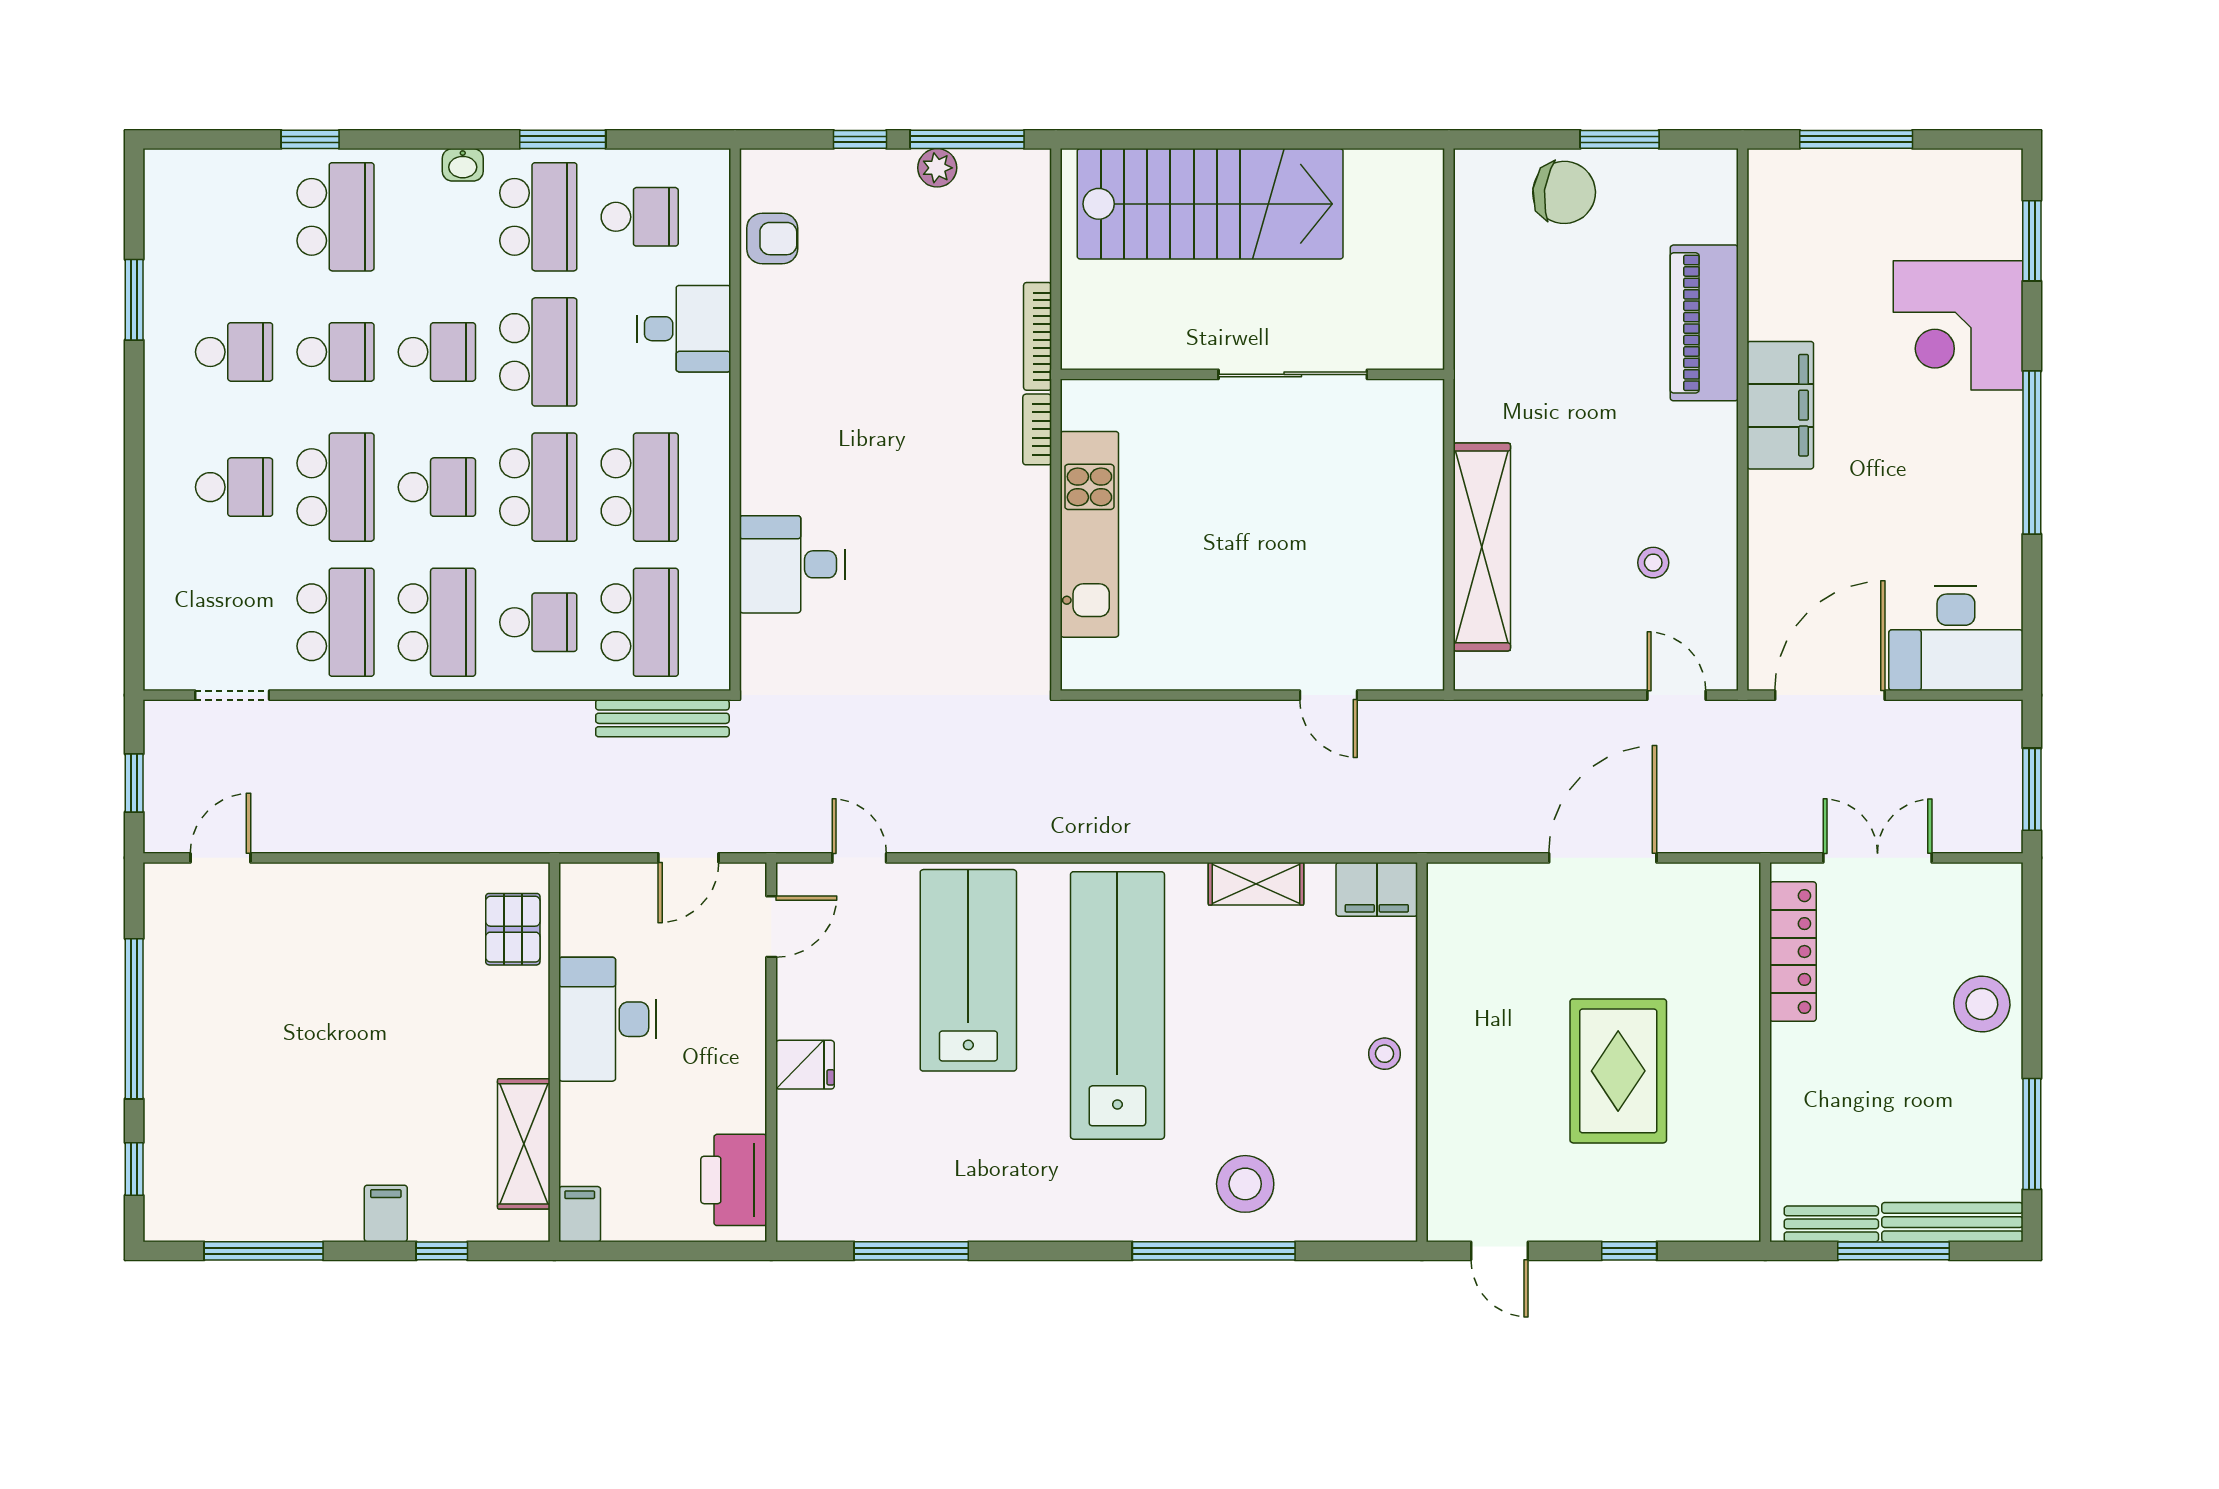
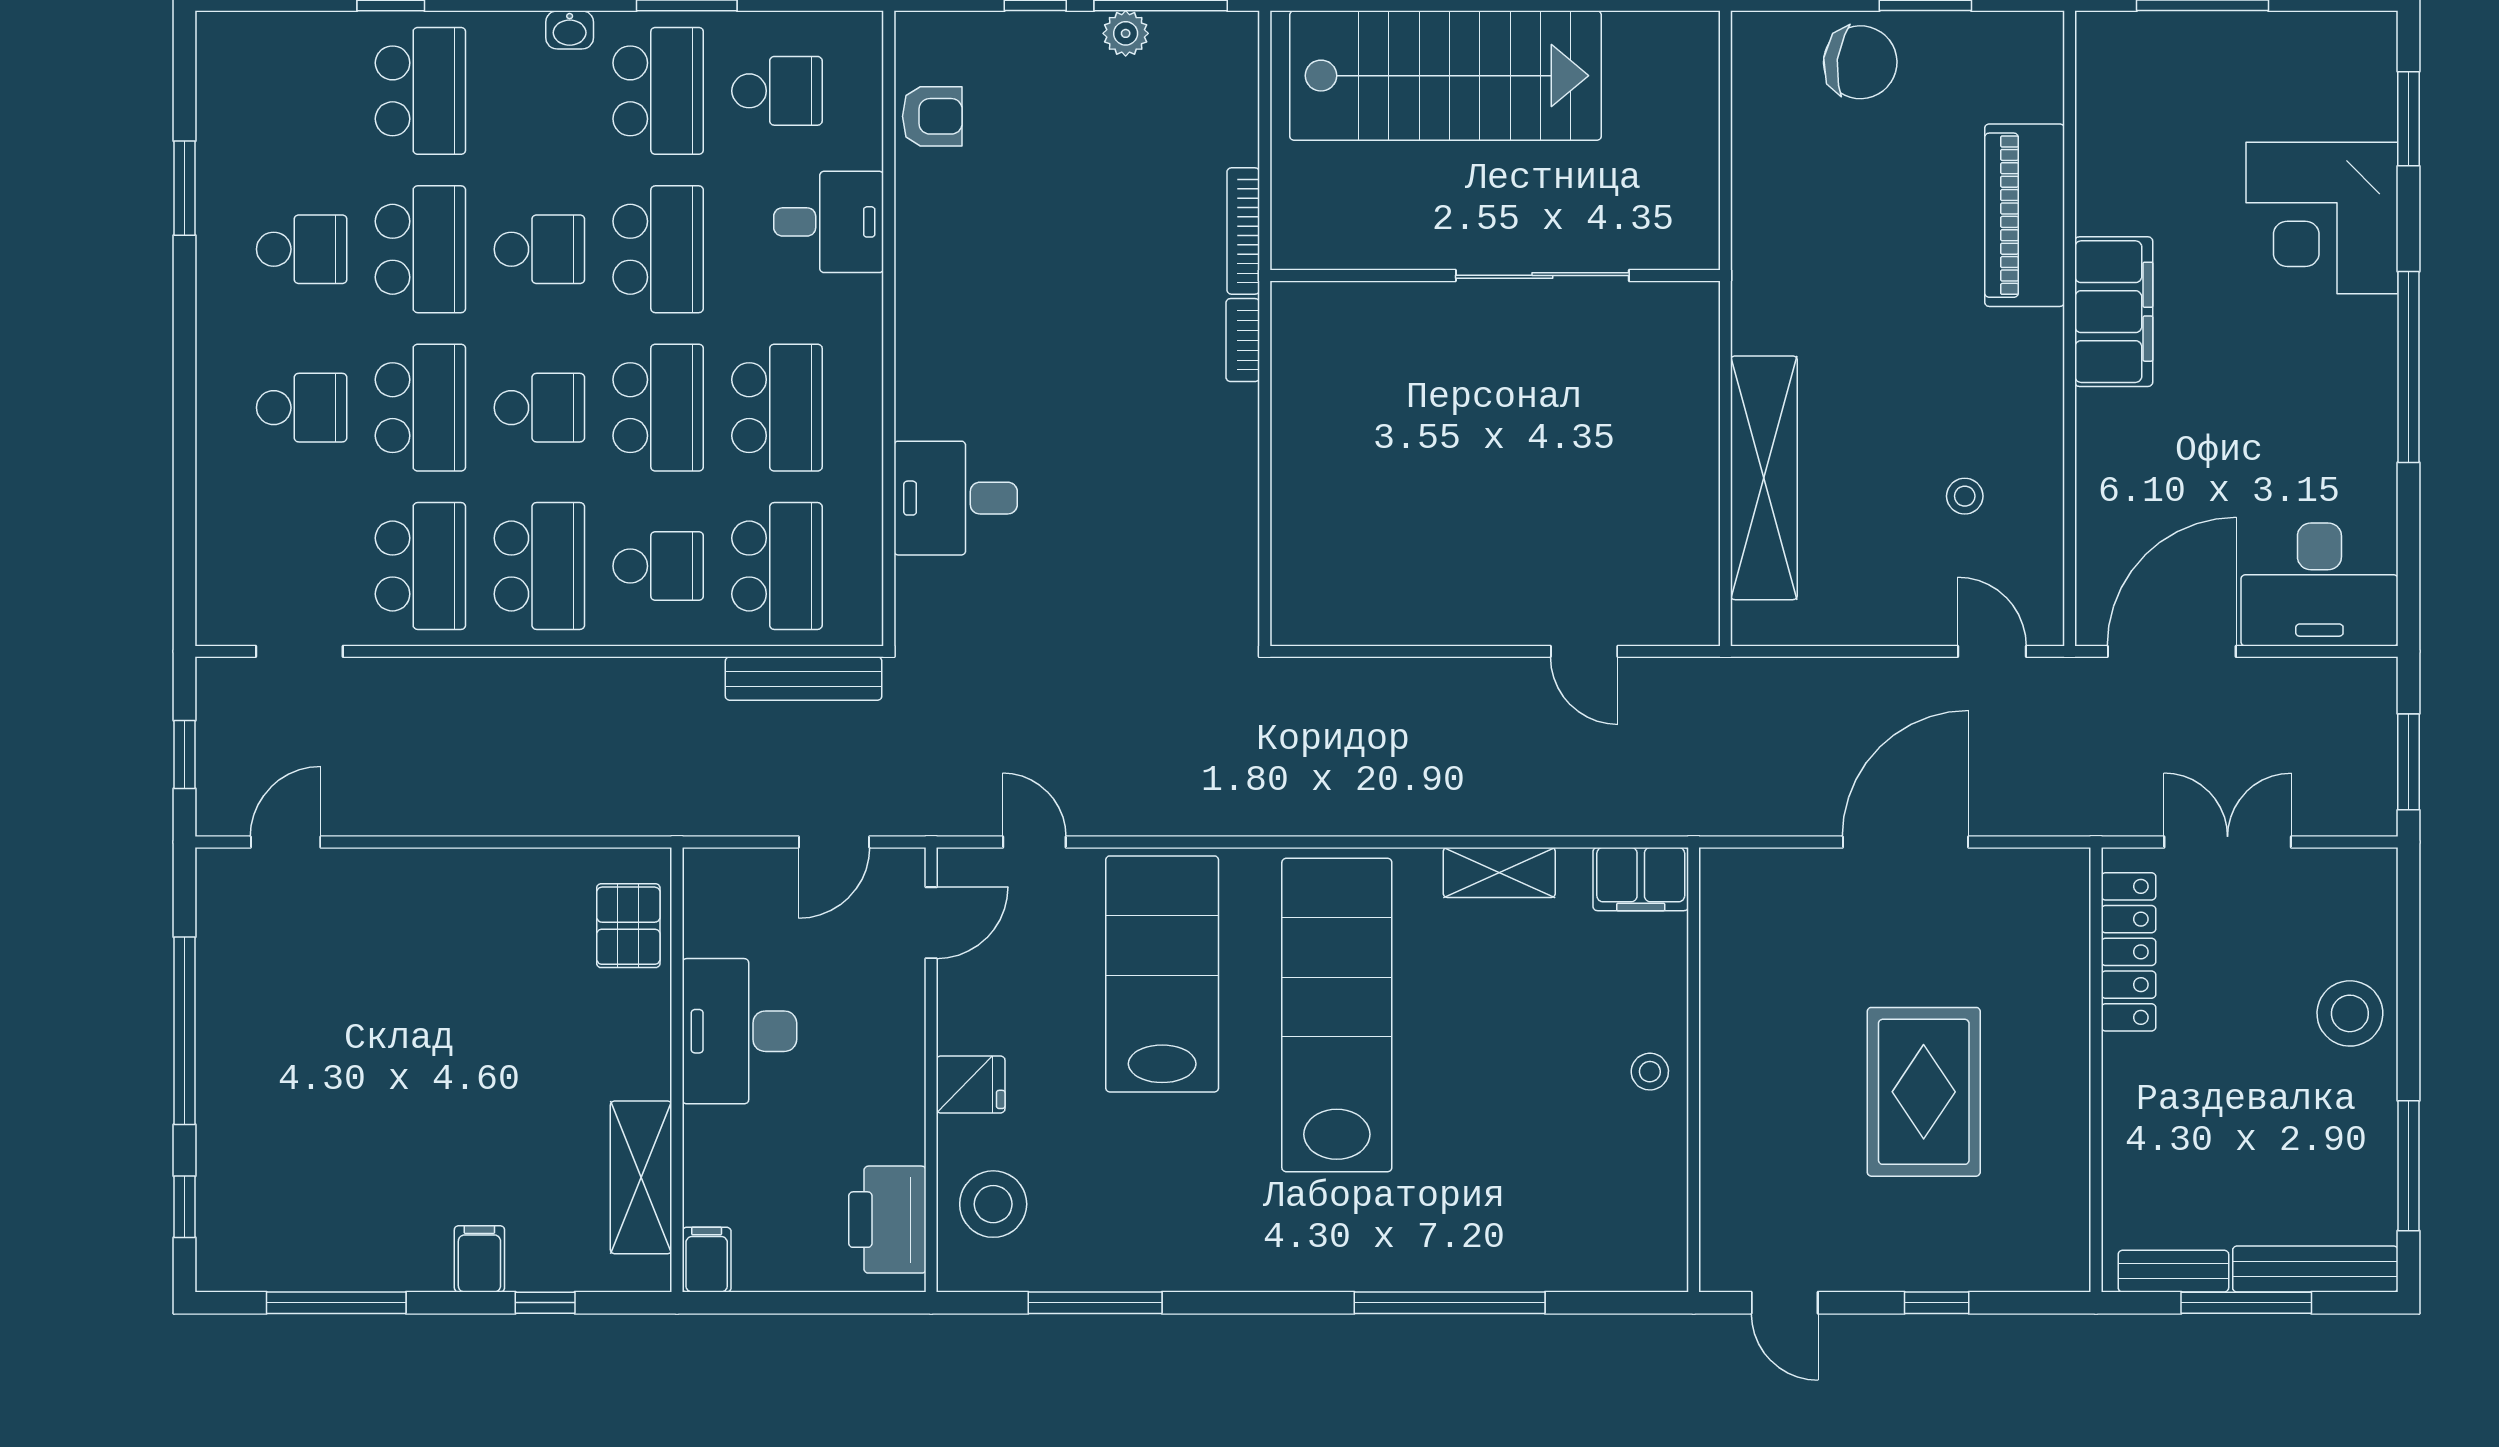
school desk: (335, 352) -> (420, 249), width x1.85
kitchen unit: (1089, 534) -> (1304, 463), removed
stool: (1245, 1184) -> (993, 1204), moved

